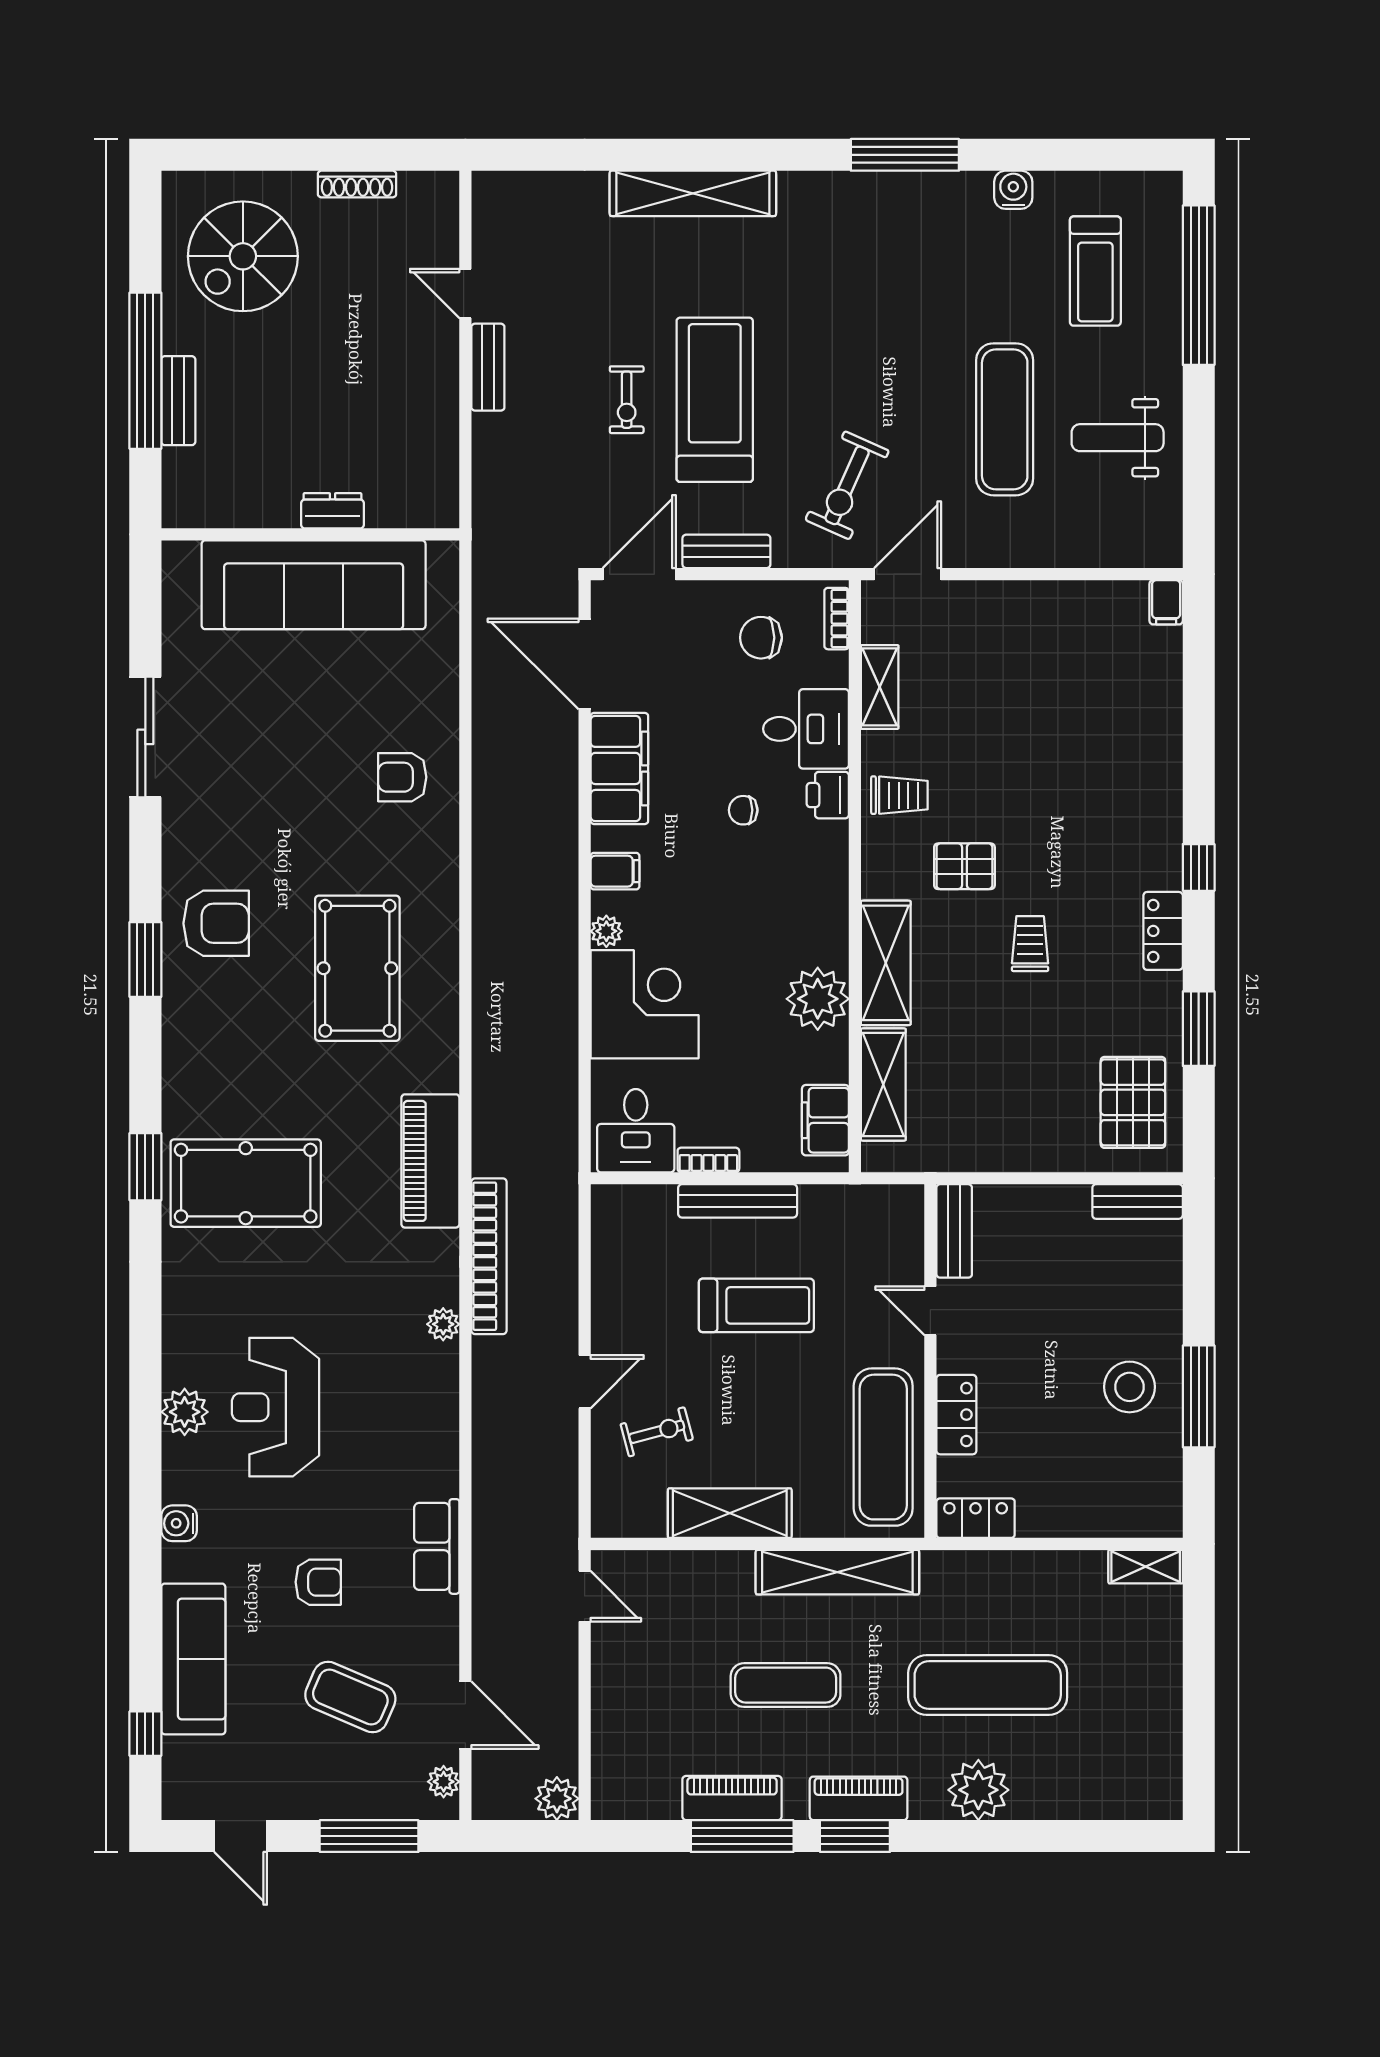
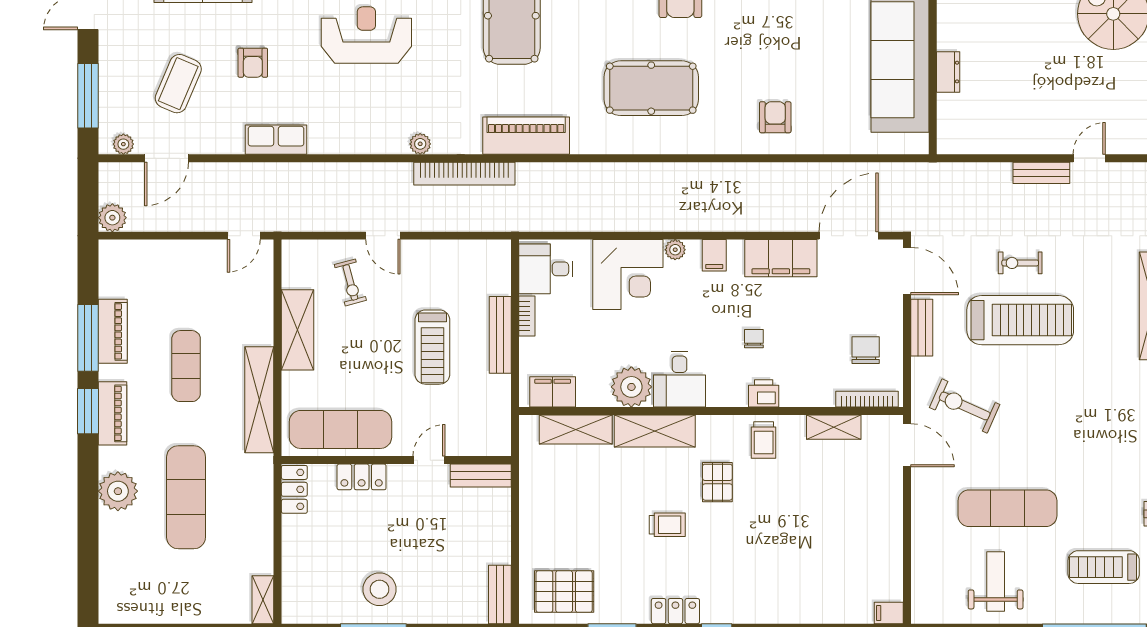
bookcase: (837, 619) -> (867, 399), width x1.56
desk: (806, 729) -> (680, 379), moved

